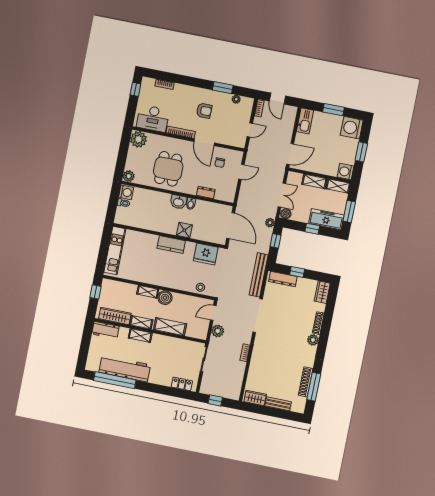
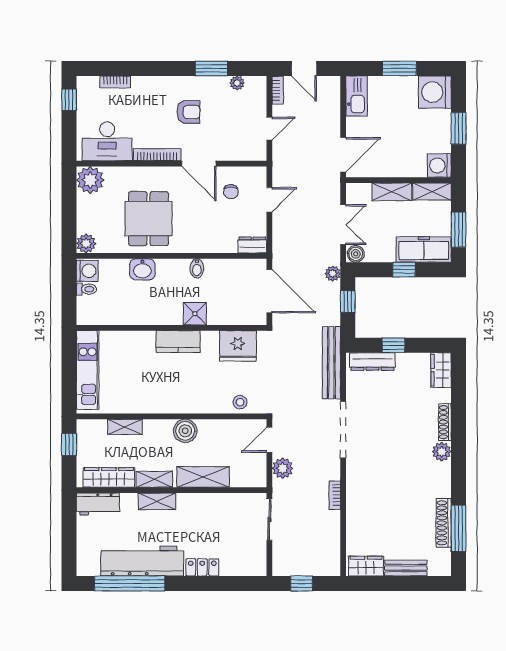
dresser: (206, 192) -> (252, 245), moved
washbasin: (178, 202) -> (142, 269), moved
shelving: (148, 292) -> (125, 427), moved
locker: (182, 384) -> (202, 567), moved

